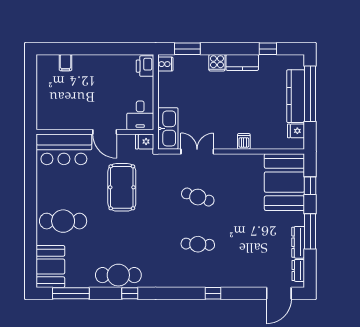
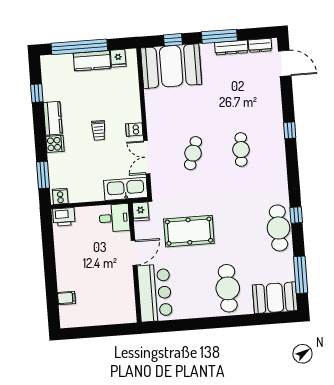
kitchen counter: (296, 96) -> (92, 61), width x0.67
trolley: (227, 106) -> (99, 130), added
dishwasher: (244, 141) -> (134, 130), moved

